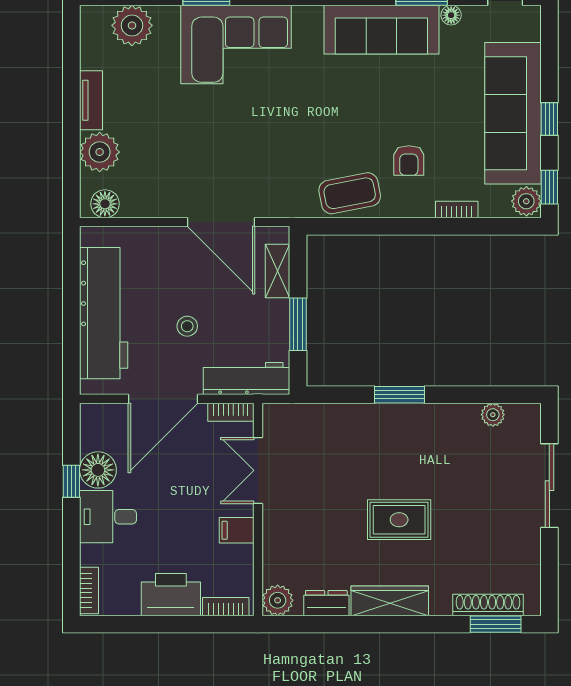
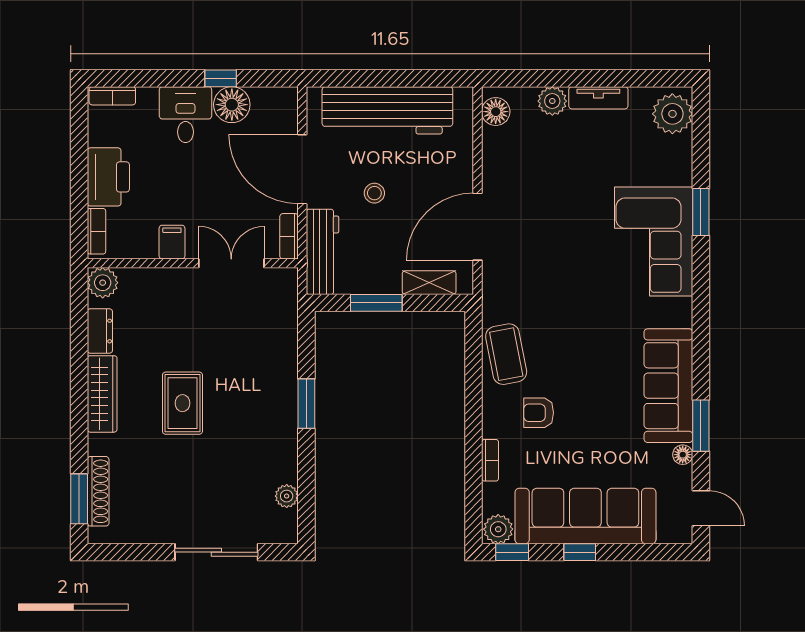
plant: (132, 25) -> (672, 114), moved
plant: (100, 152) -> (552, 101), width x0.73, depth x0.73

